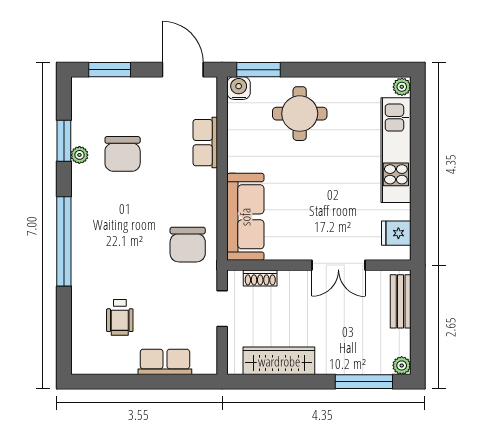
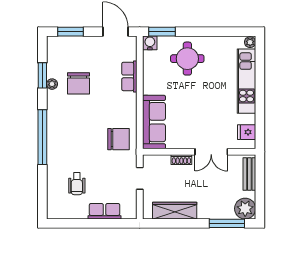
chair: (188, 245) -> (119, 139), turned -90
shoe rack: (260, 278) -> (181, 160), moved
plant: (402, 365) -> (245, 209), width x1.88, depth x1.88

